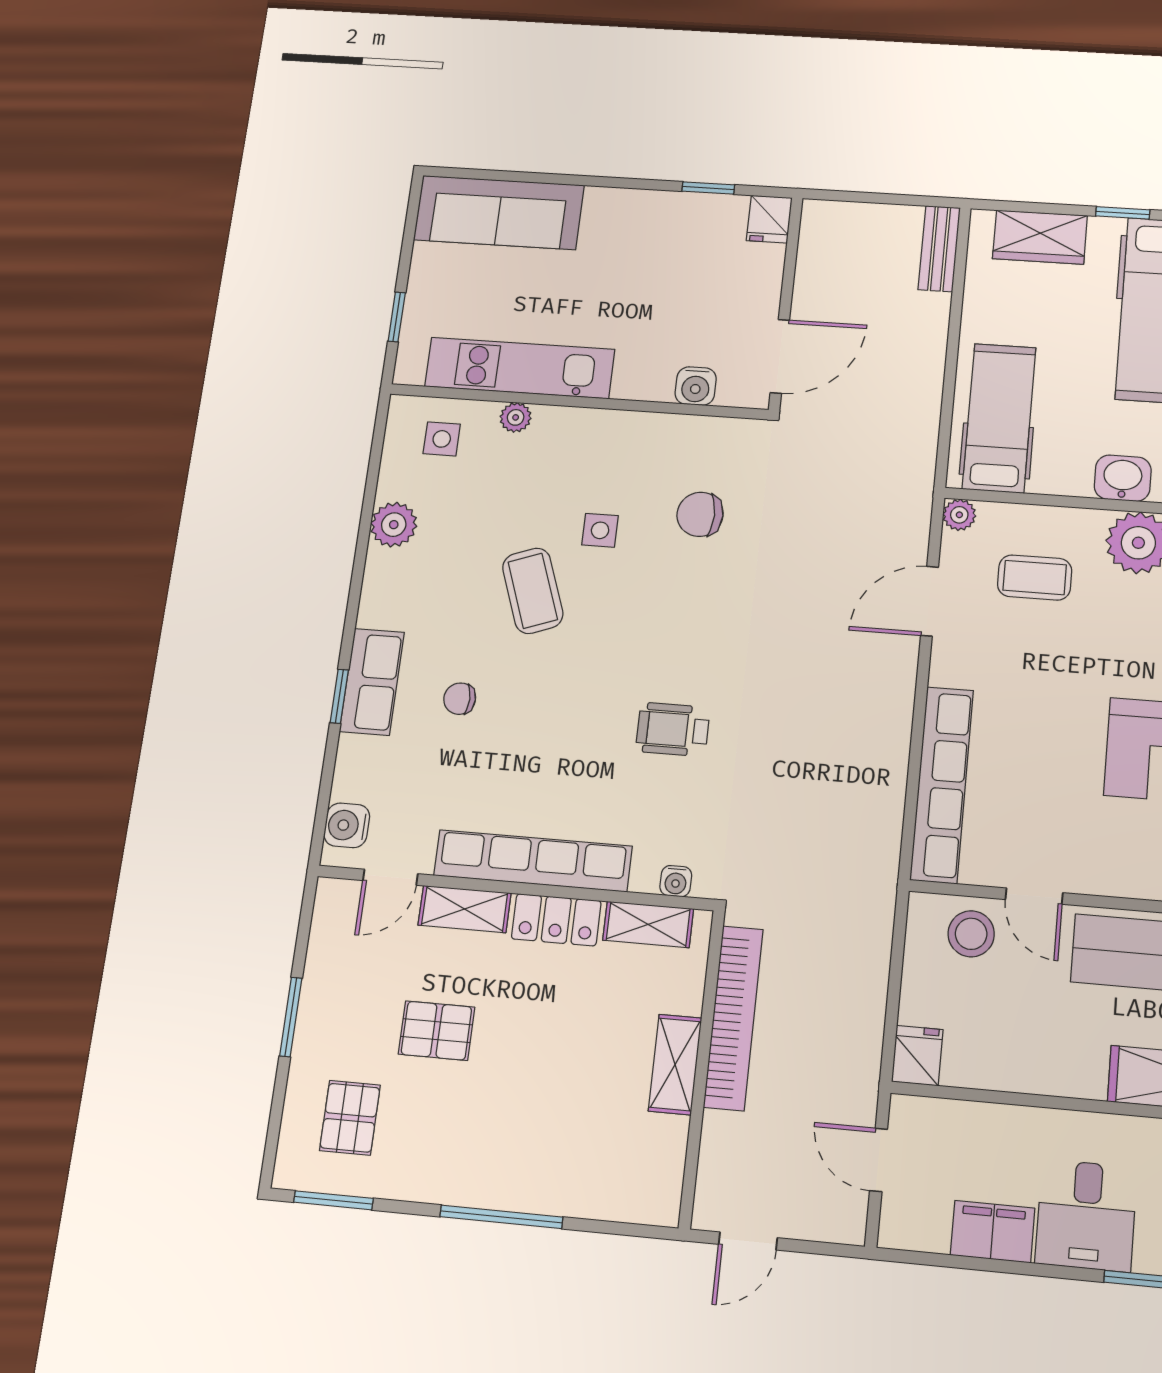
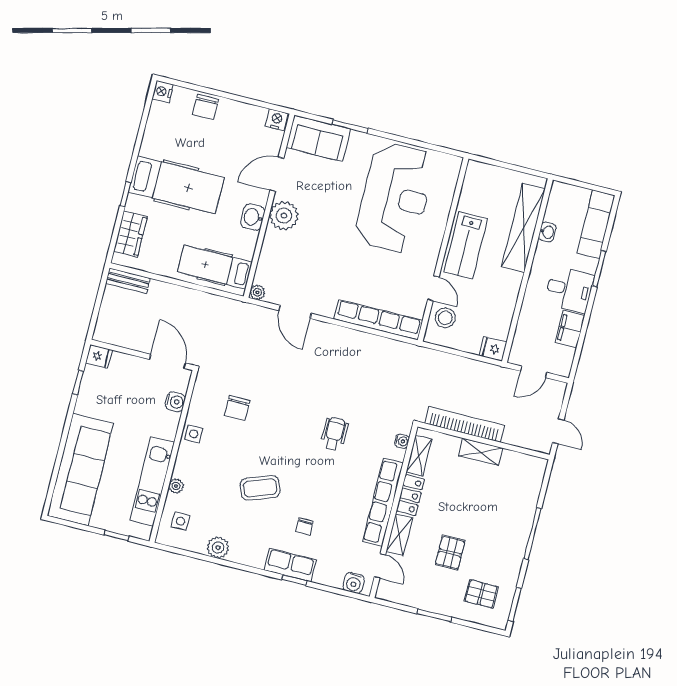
sofa: (499, 212) -> (80, 470), width x1.36, depth x1.27
side table: (600, 530) -> (194, 434), moved
coffee table: (1035, 578) -> (292, 264), removed
wheelchair: (673, 729) -> (334, 433), turned 180
door: (1034, 896) -> (433, 288), hinge flipped

